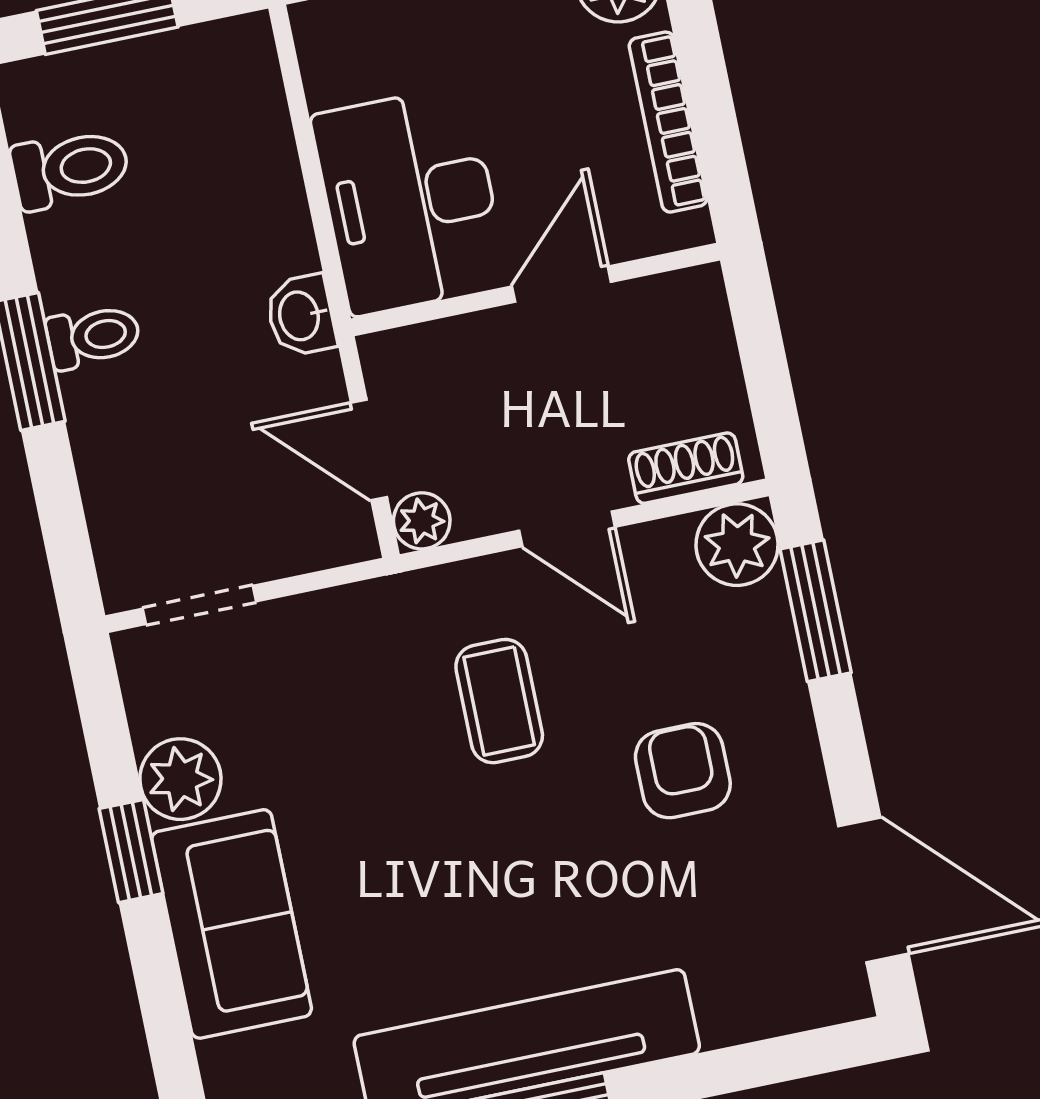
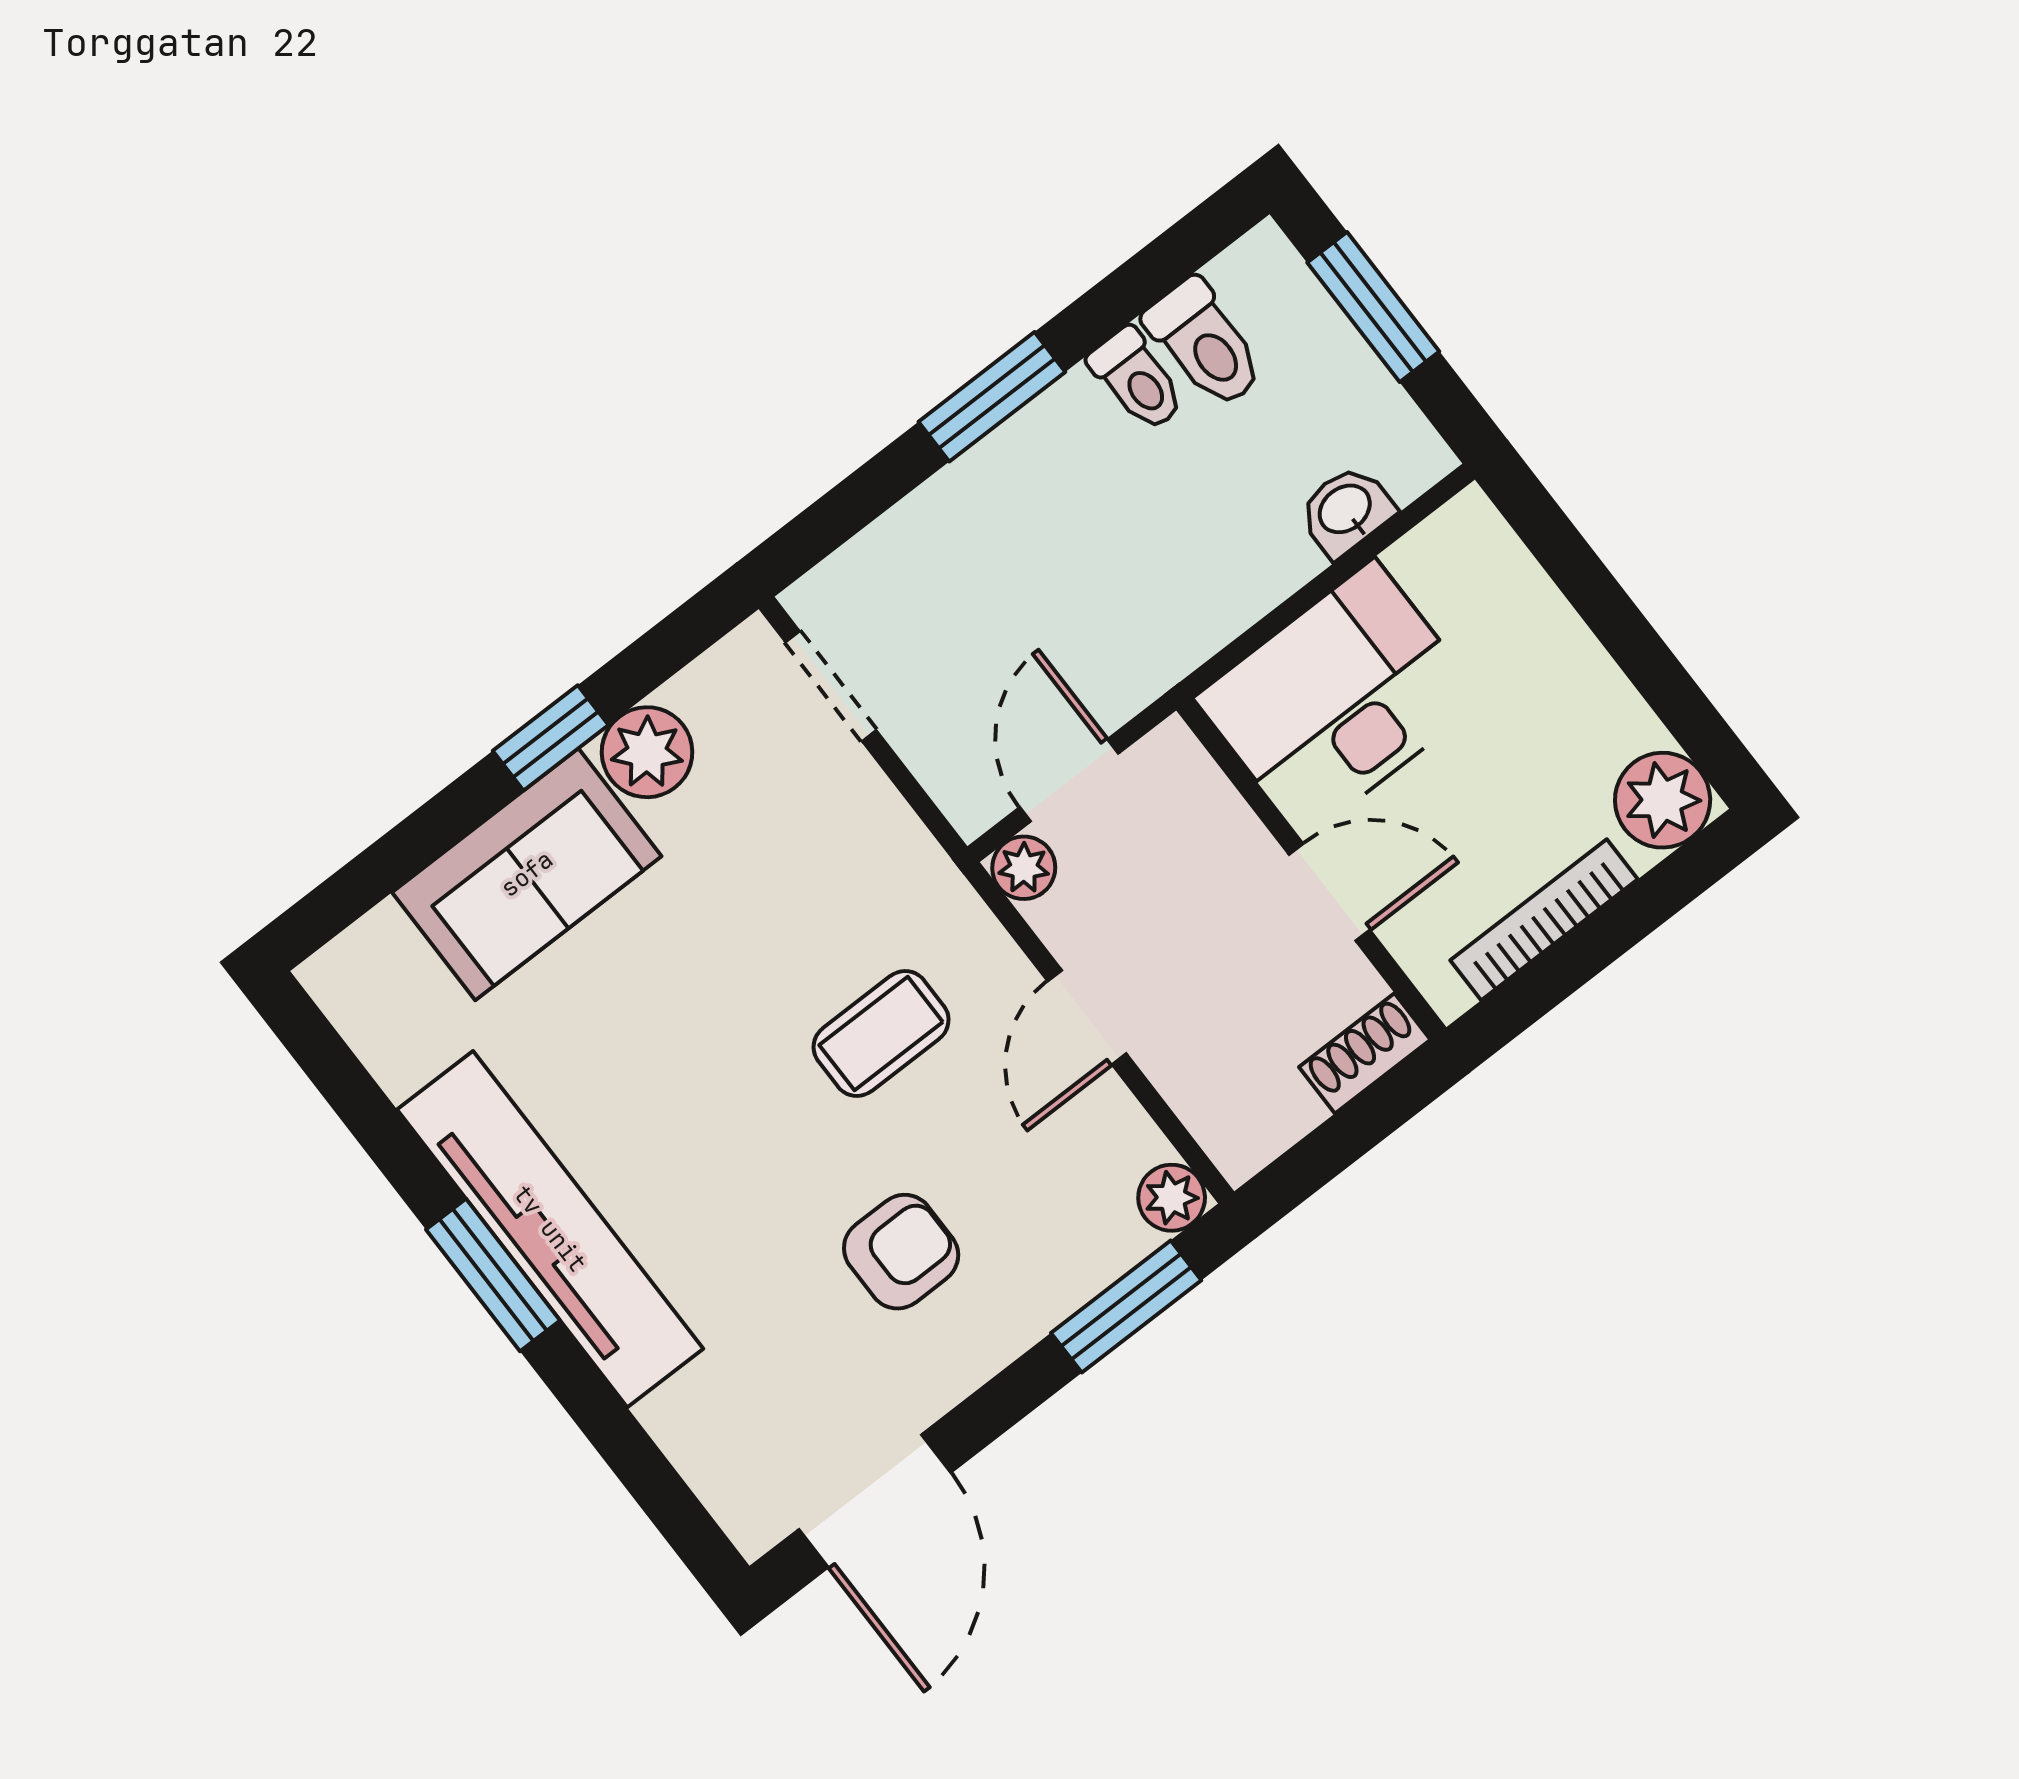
washbasin: (301, 316) -> (1346, 511), moved
toilet: (93, 337) -> (1137, 380), moved
shoe rack: (686, 468) -> (1365, 1053), moved, turned -90
plant: (737, 545) -> (1172, 1198), width x0.73, depth x0.73

